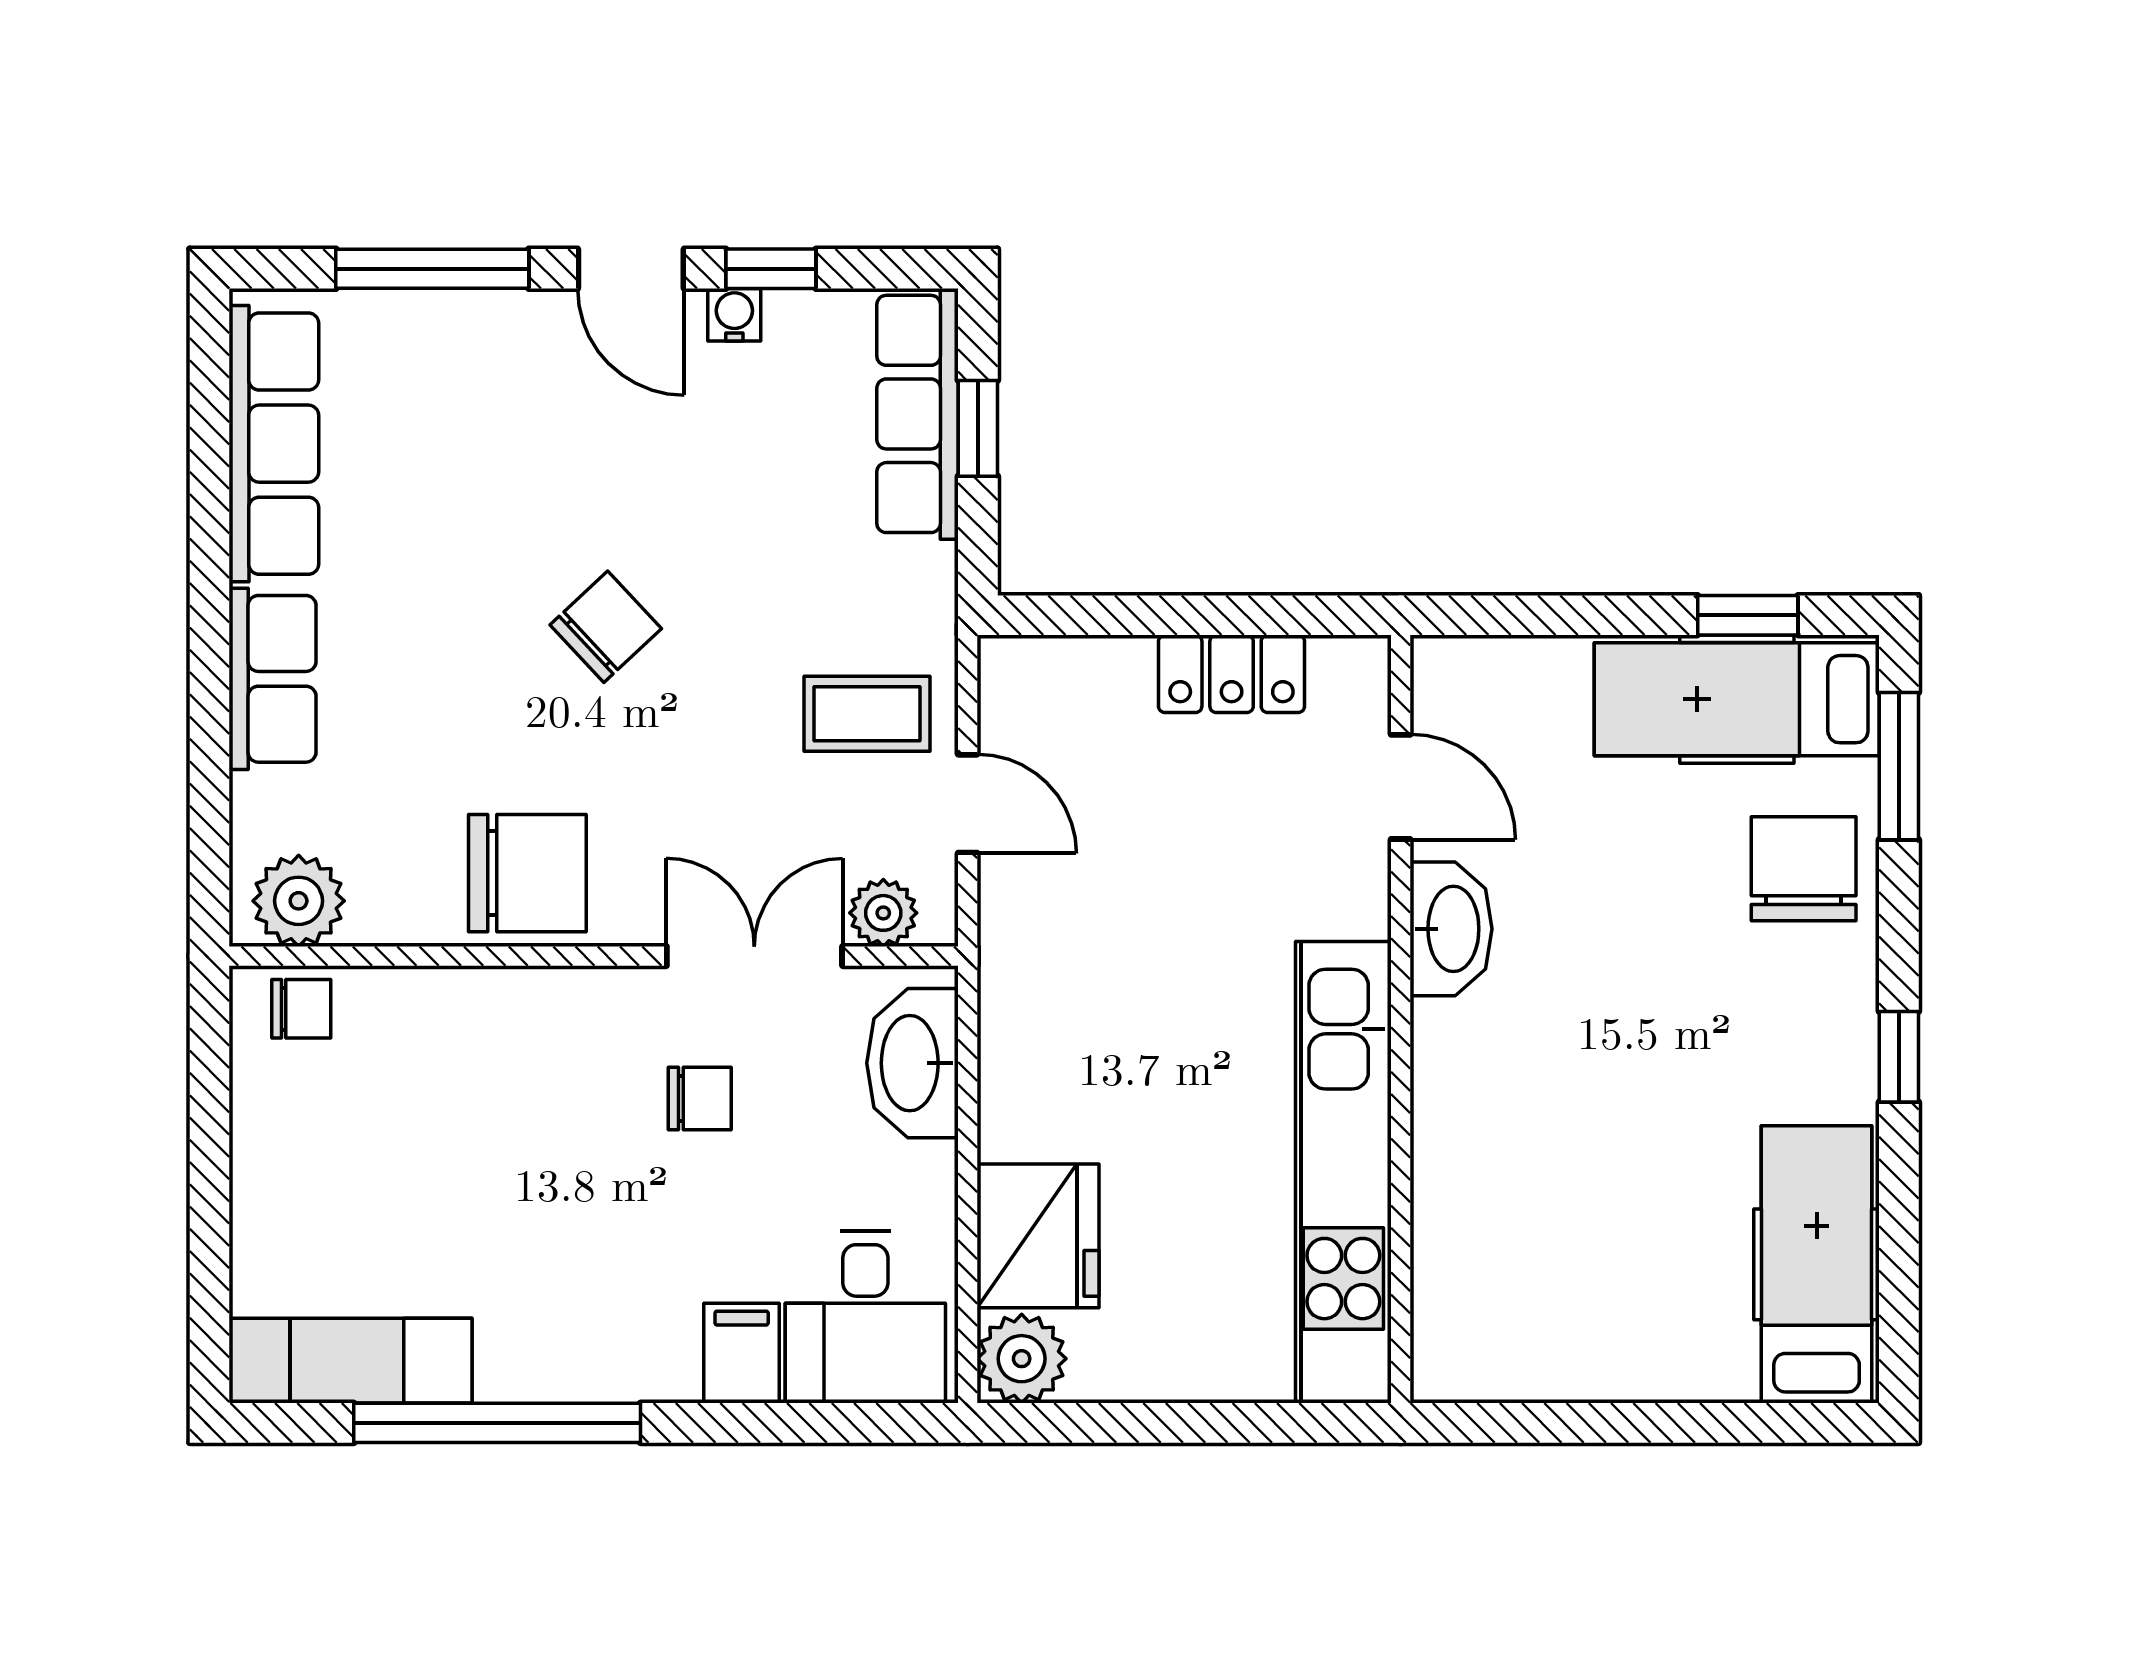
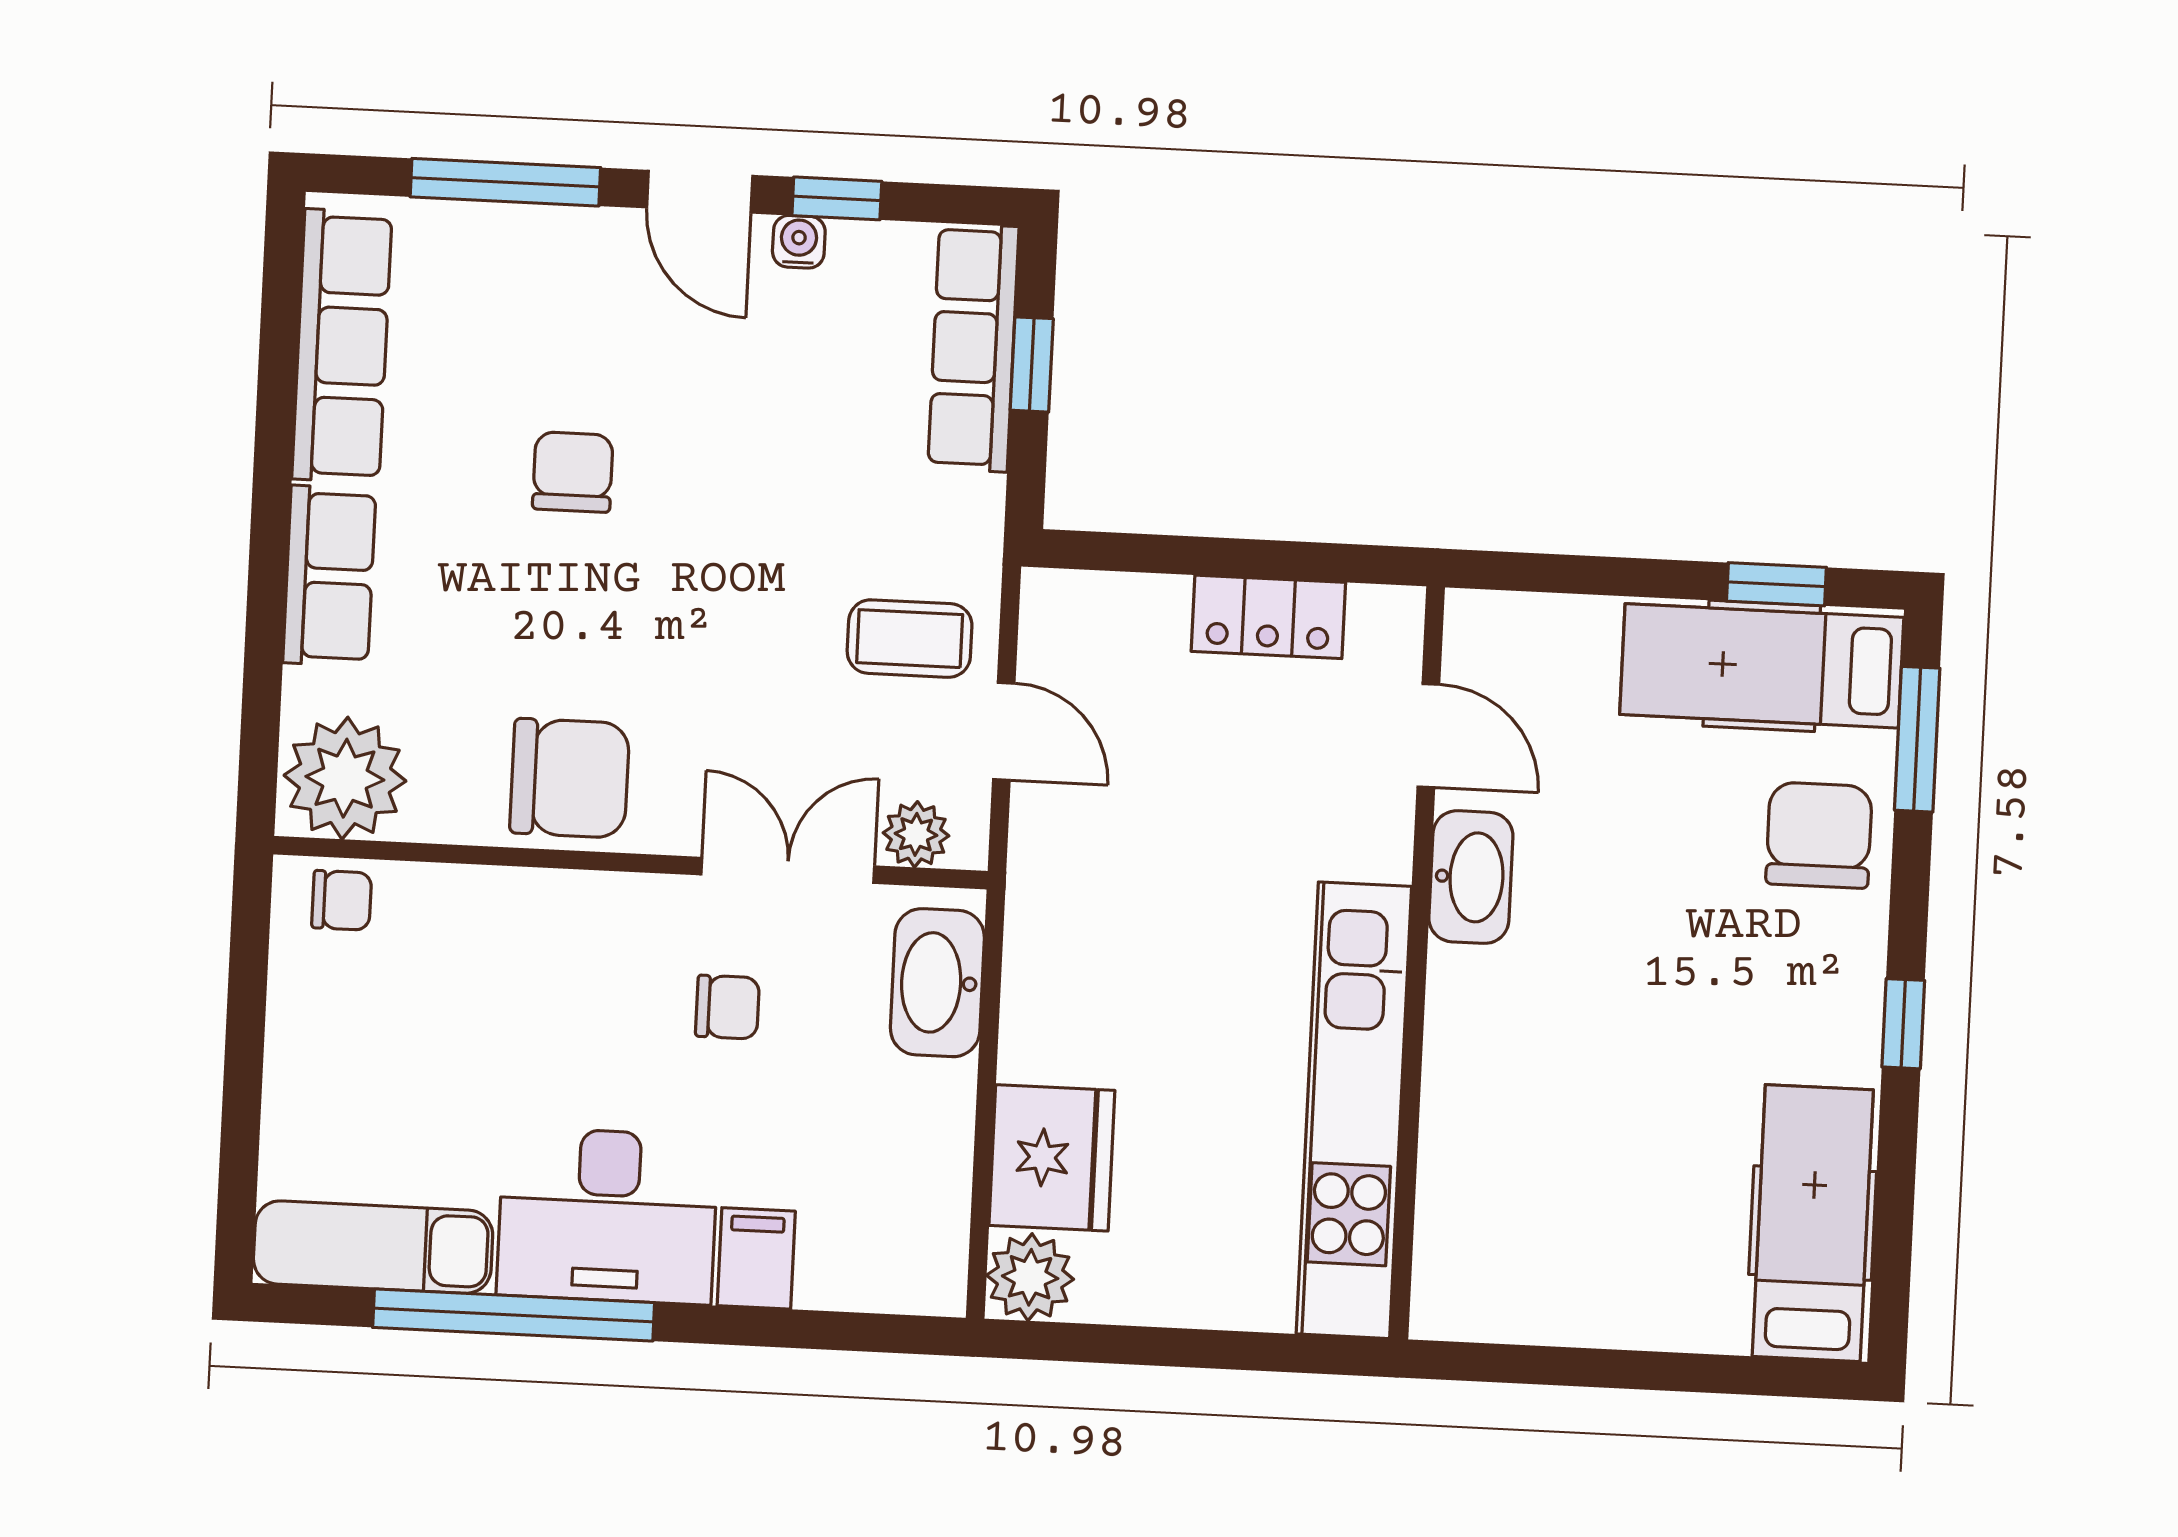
chair: (606, 627) -> (573, 472), moved, turned -47
plant: (299, 901) -> (345, 778), width x1.36, depth x1.36
desk: (865, 1317) -> (608, 1216), moved, width x1.37

